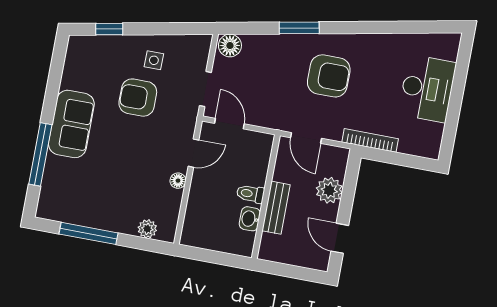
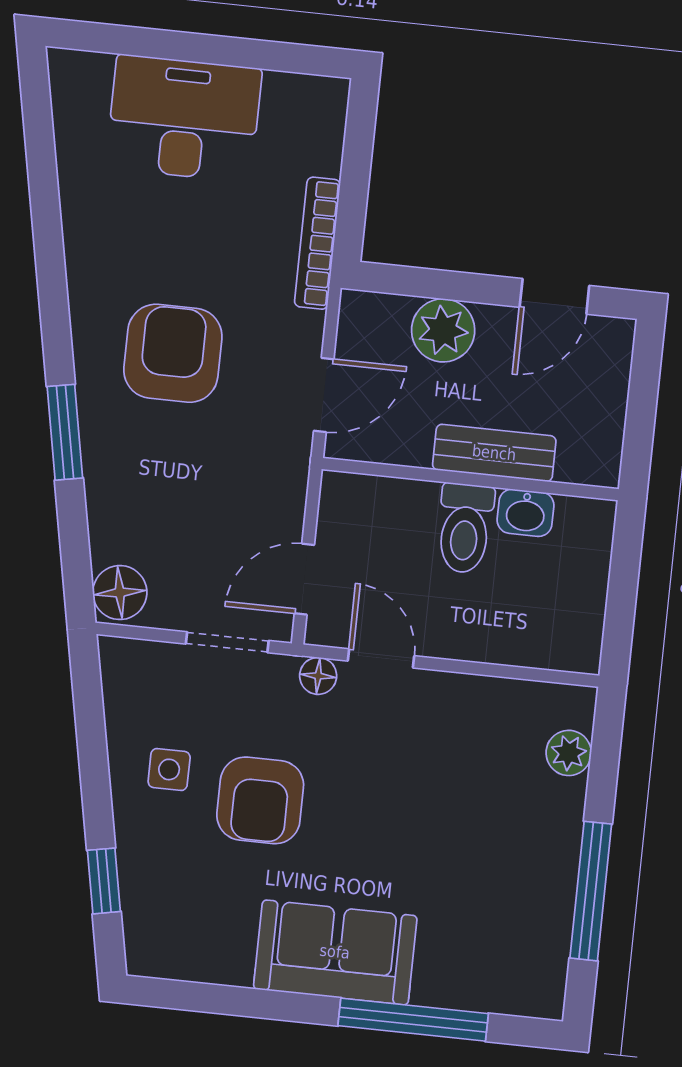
floor lamp: (178, 181) -> (318, 676), moved
toilet: (250, 194) -> (465, 528), width x1.37, depth x1.39

